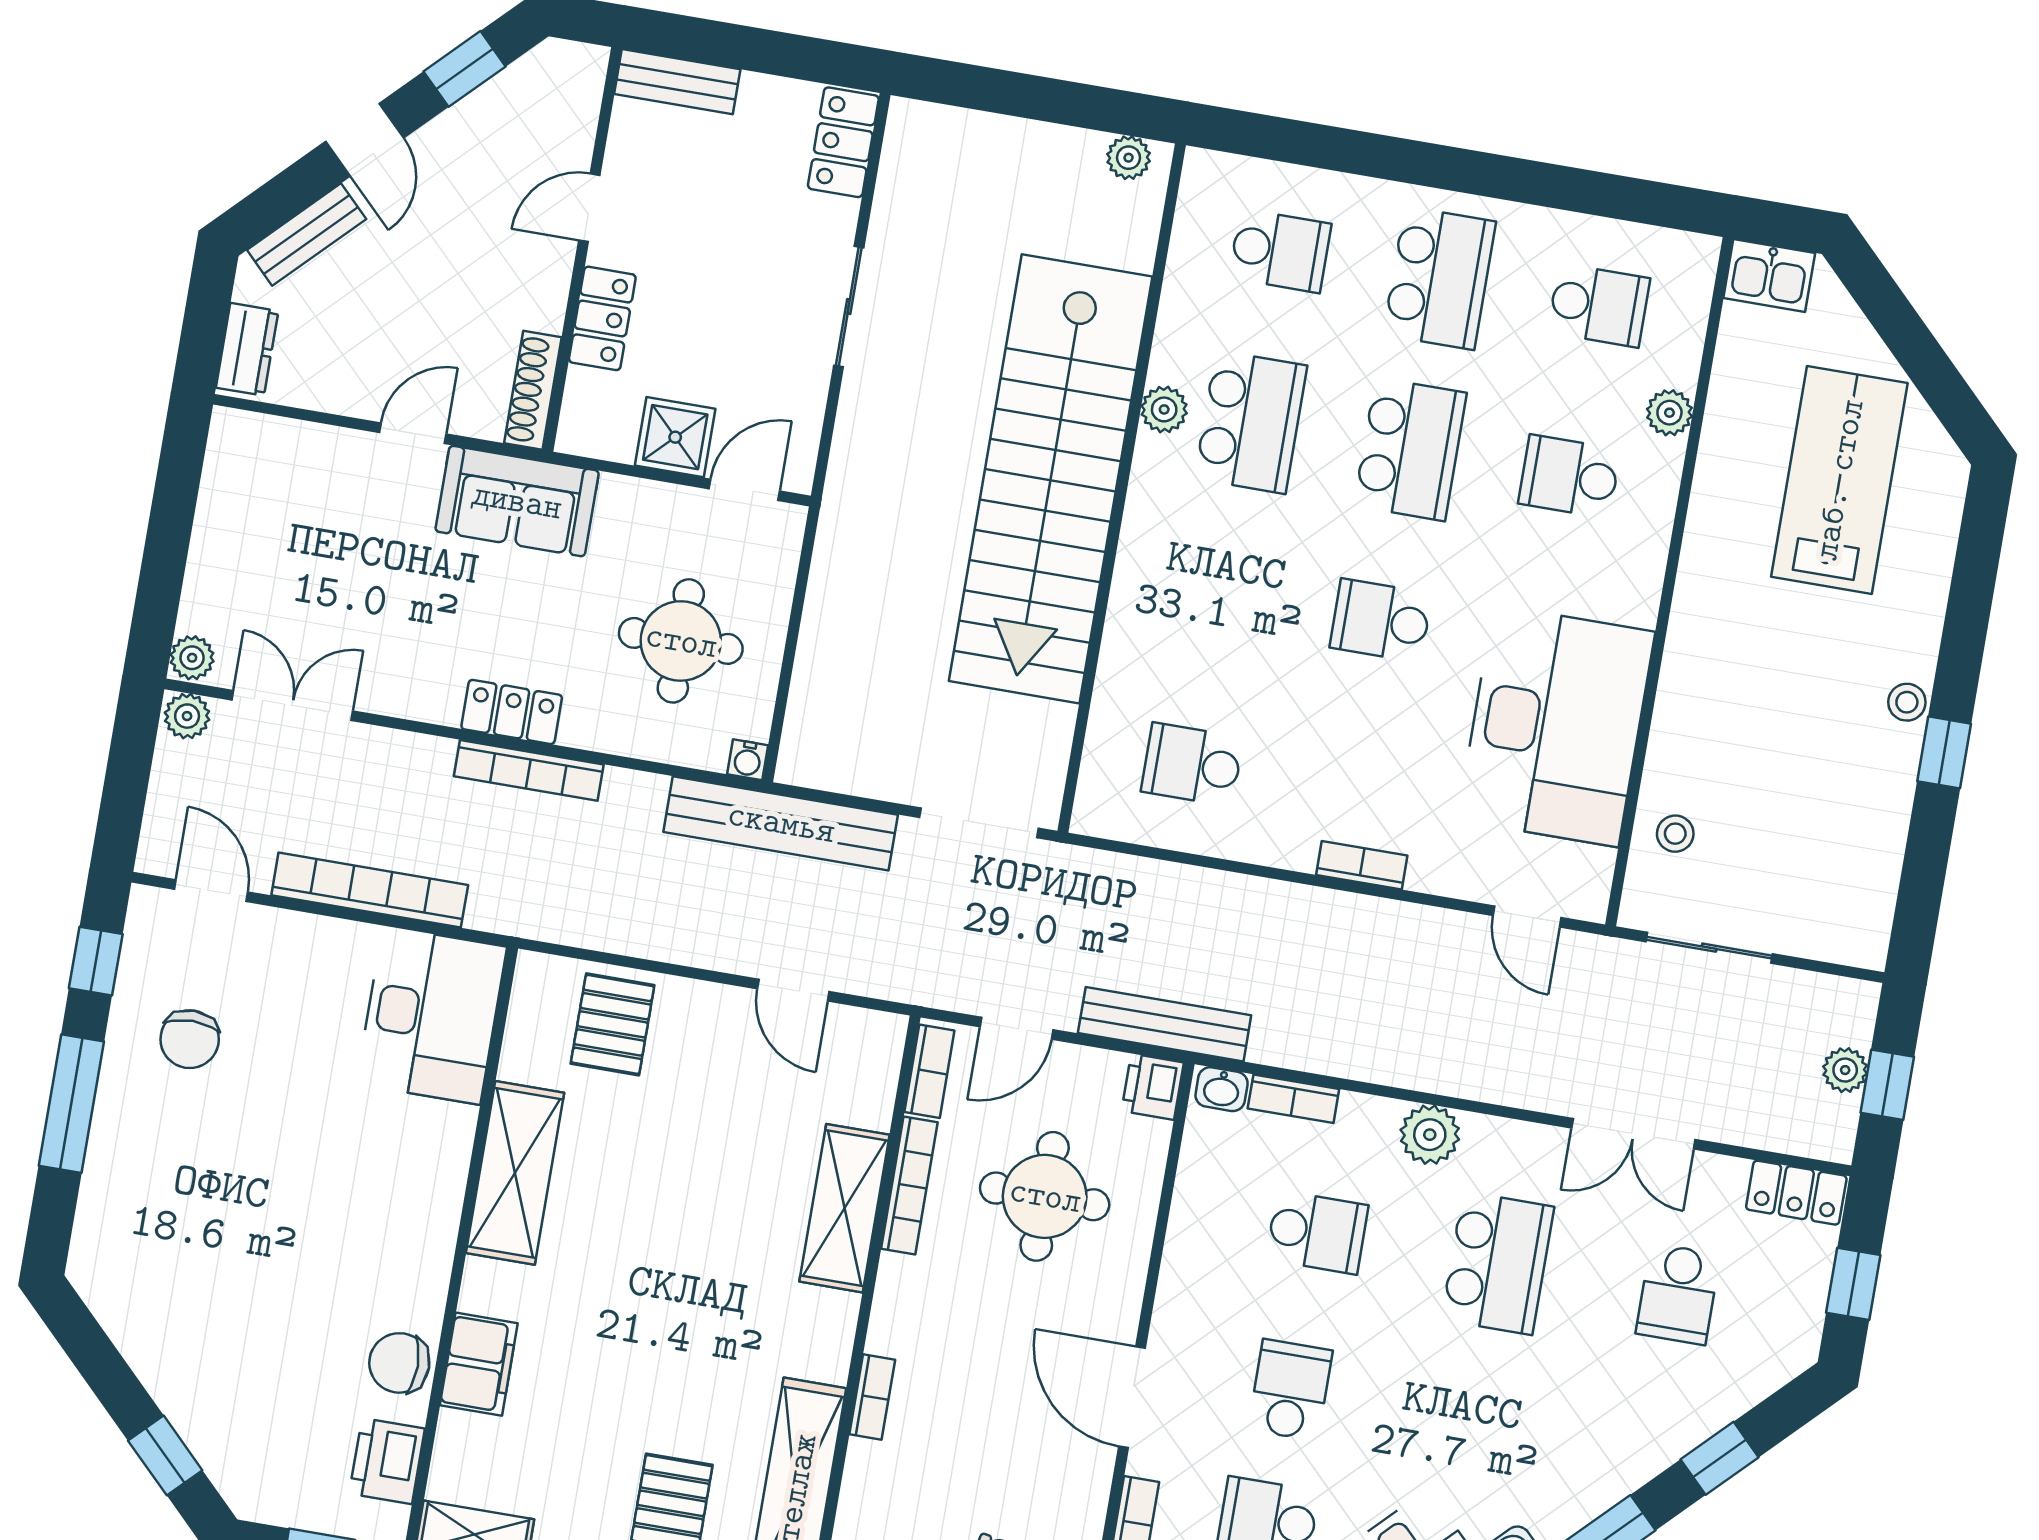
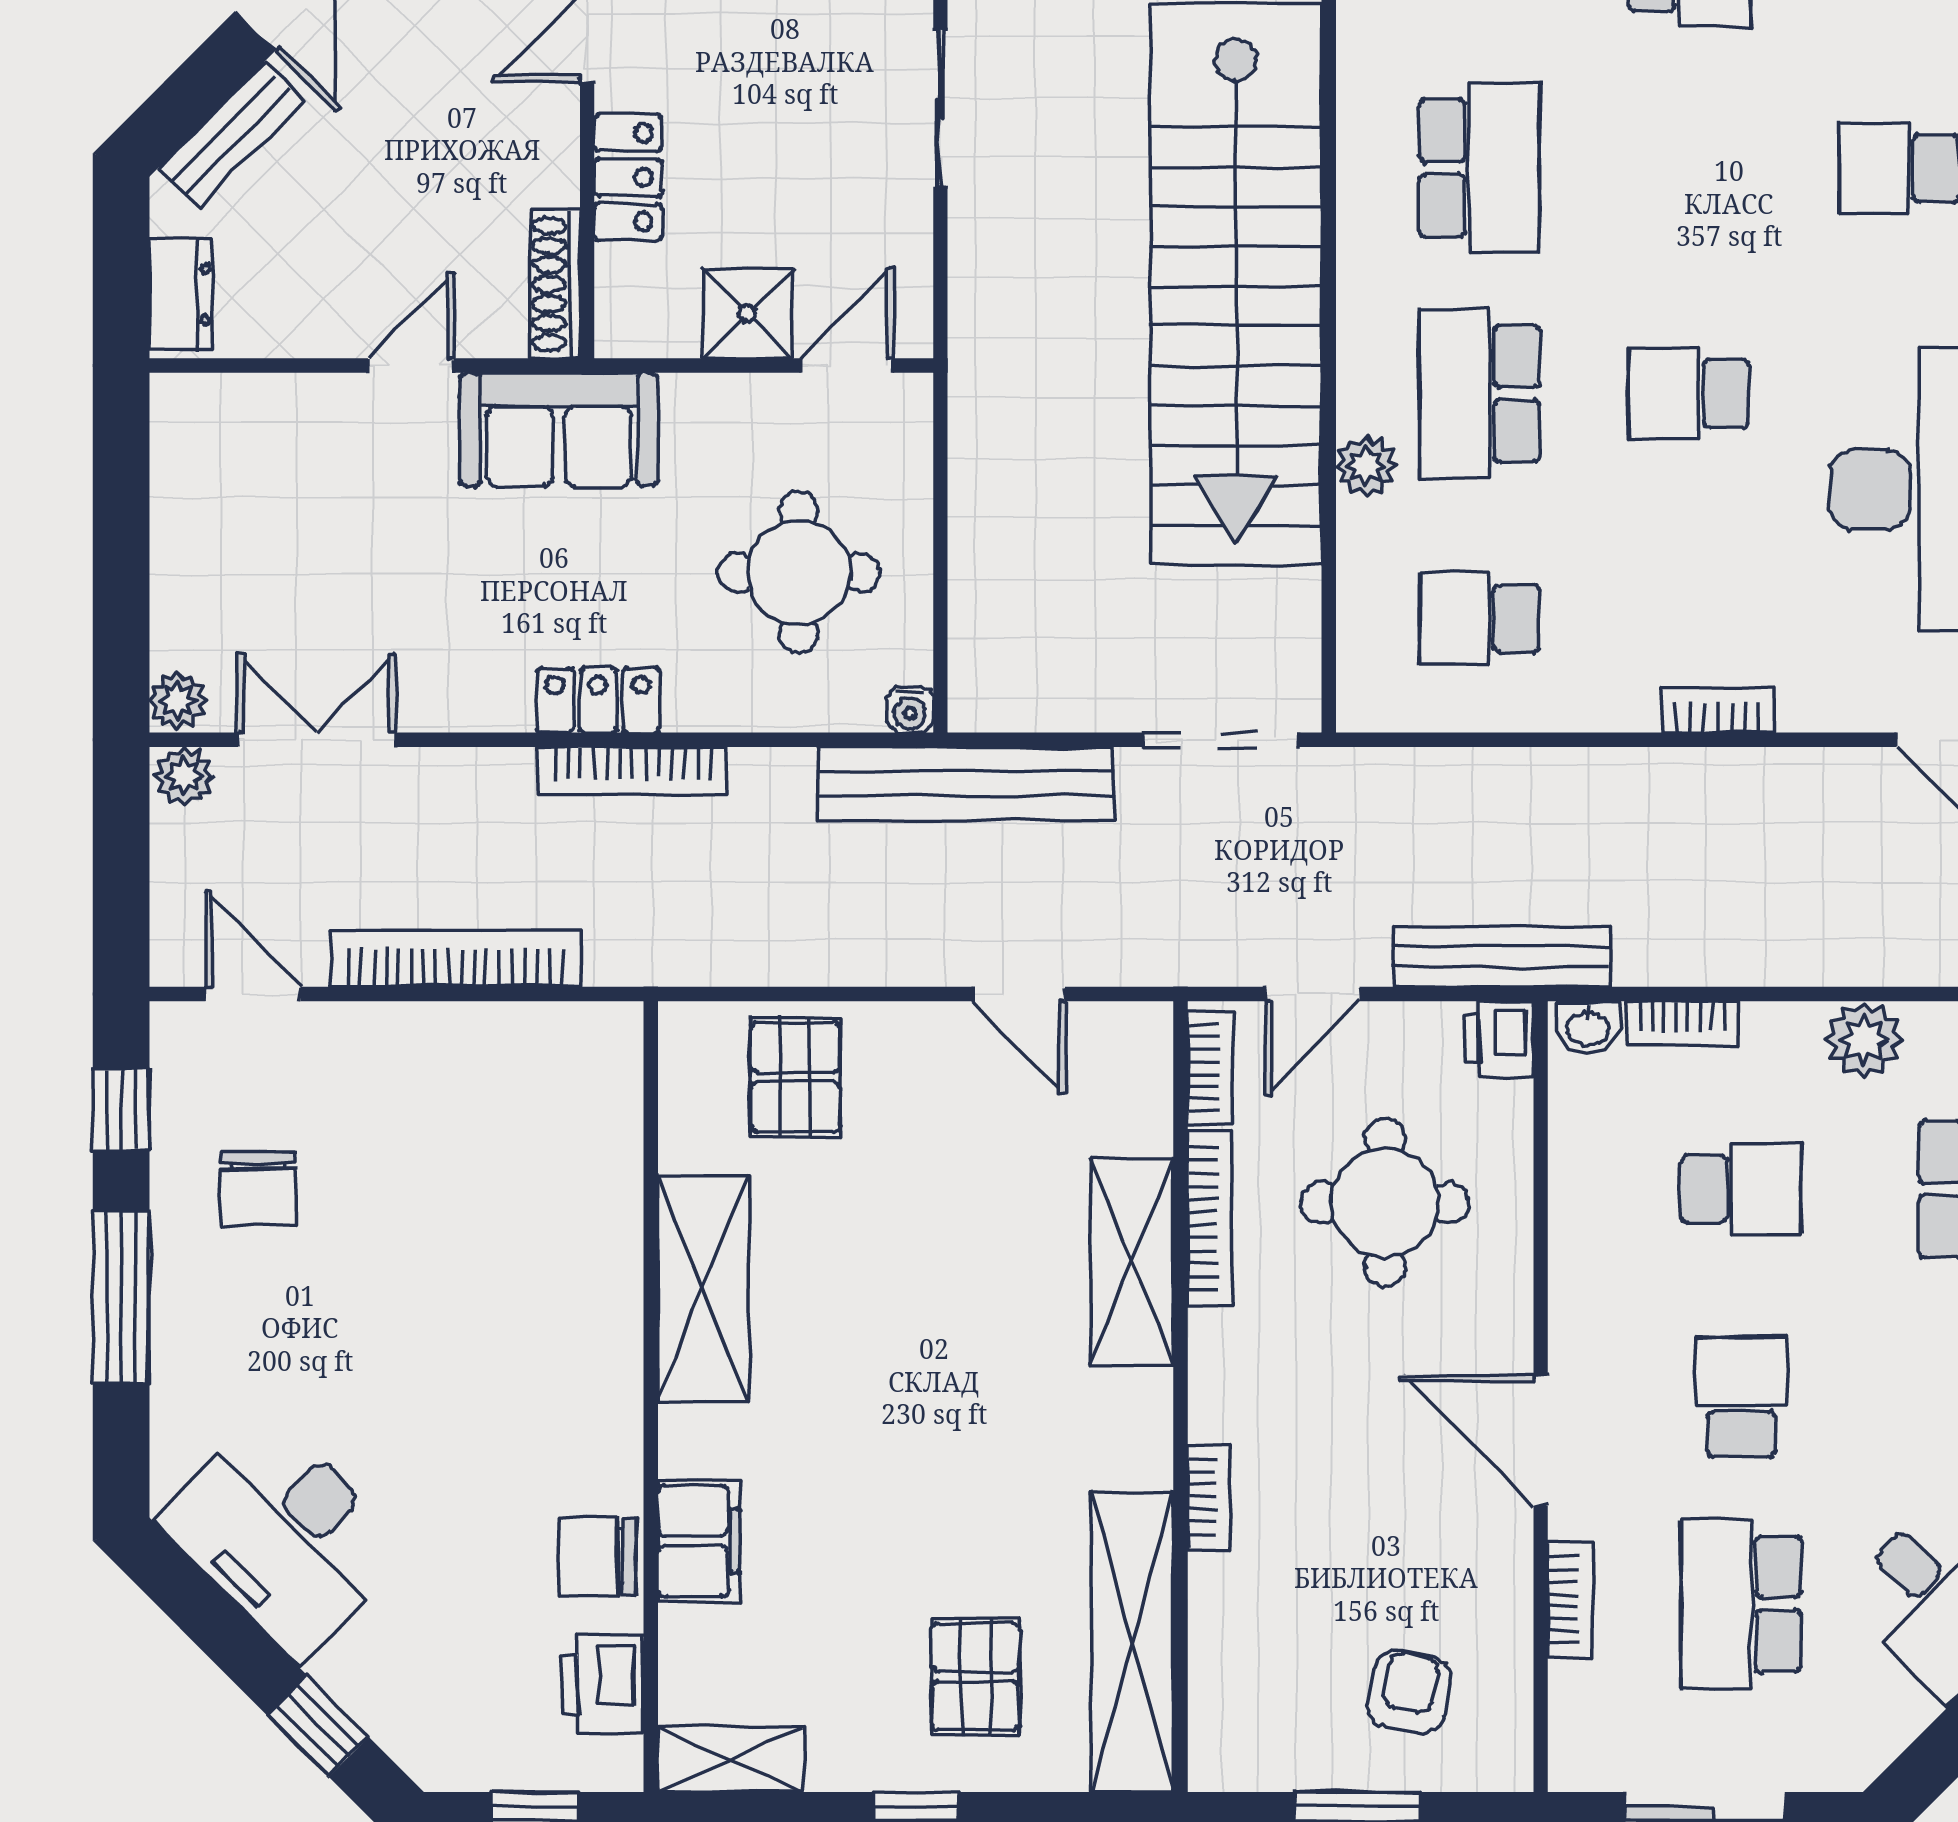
plant: (1164, 409) -> (1366, 466), moved
school desk: (1410, 449) -> (1479, 393), moved, turned 180
desk: (431, 1015) -> (284, 1536), moved, turned 135

